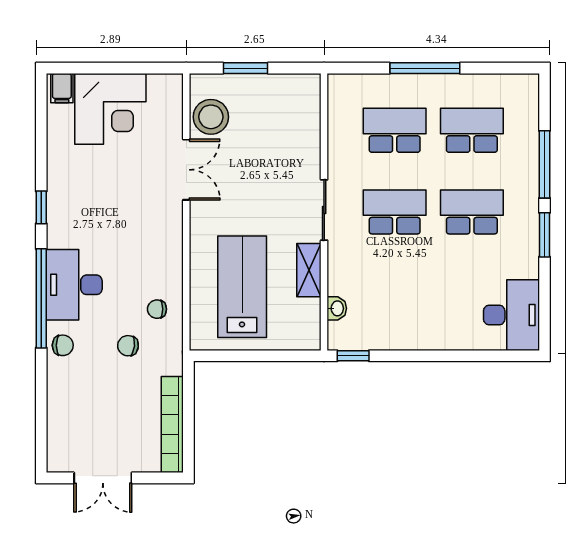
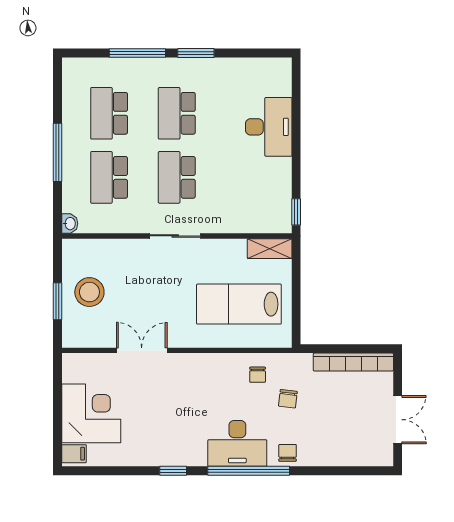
stool: (211, 117) -> (89, 292), moved
shelving: (309, 270) -> (270, 249), moved
washbasin: (337, 308) -> (70, 224), moved, turned 90
desk: (511, 315) -> (269, 127), moved, turned 90

